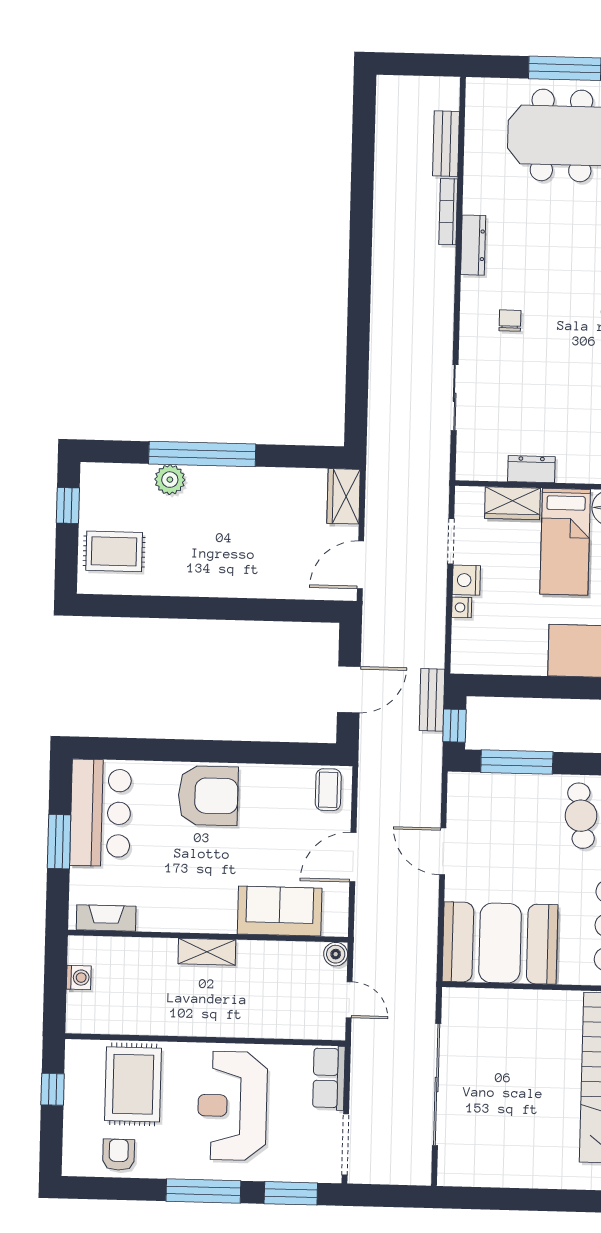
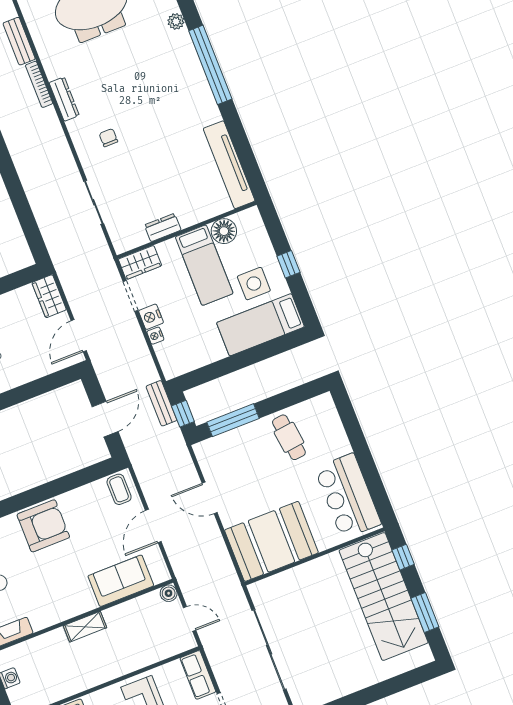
wardrobe: (512, 503) -> (140, 262), moved

